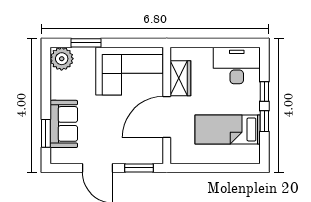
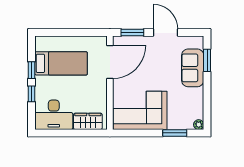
plant: (62, 59) -> (199, 125), width x0.53, depth x0.53
wardrobe: (180, 78) -> (88, 121), moved, turned 90
door: (167, 117) -> (110, 62), moved

